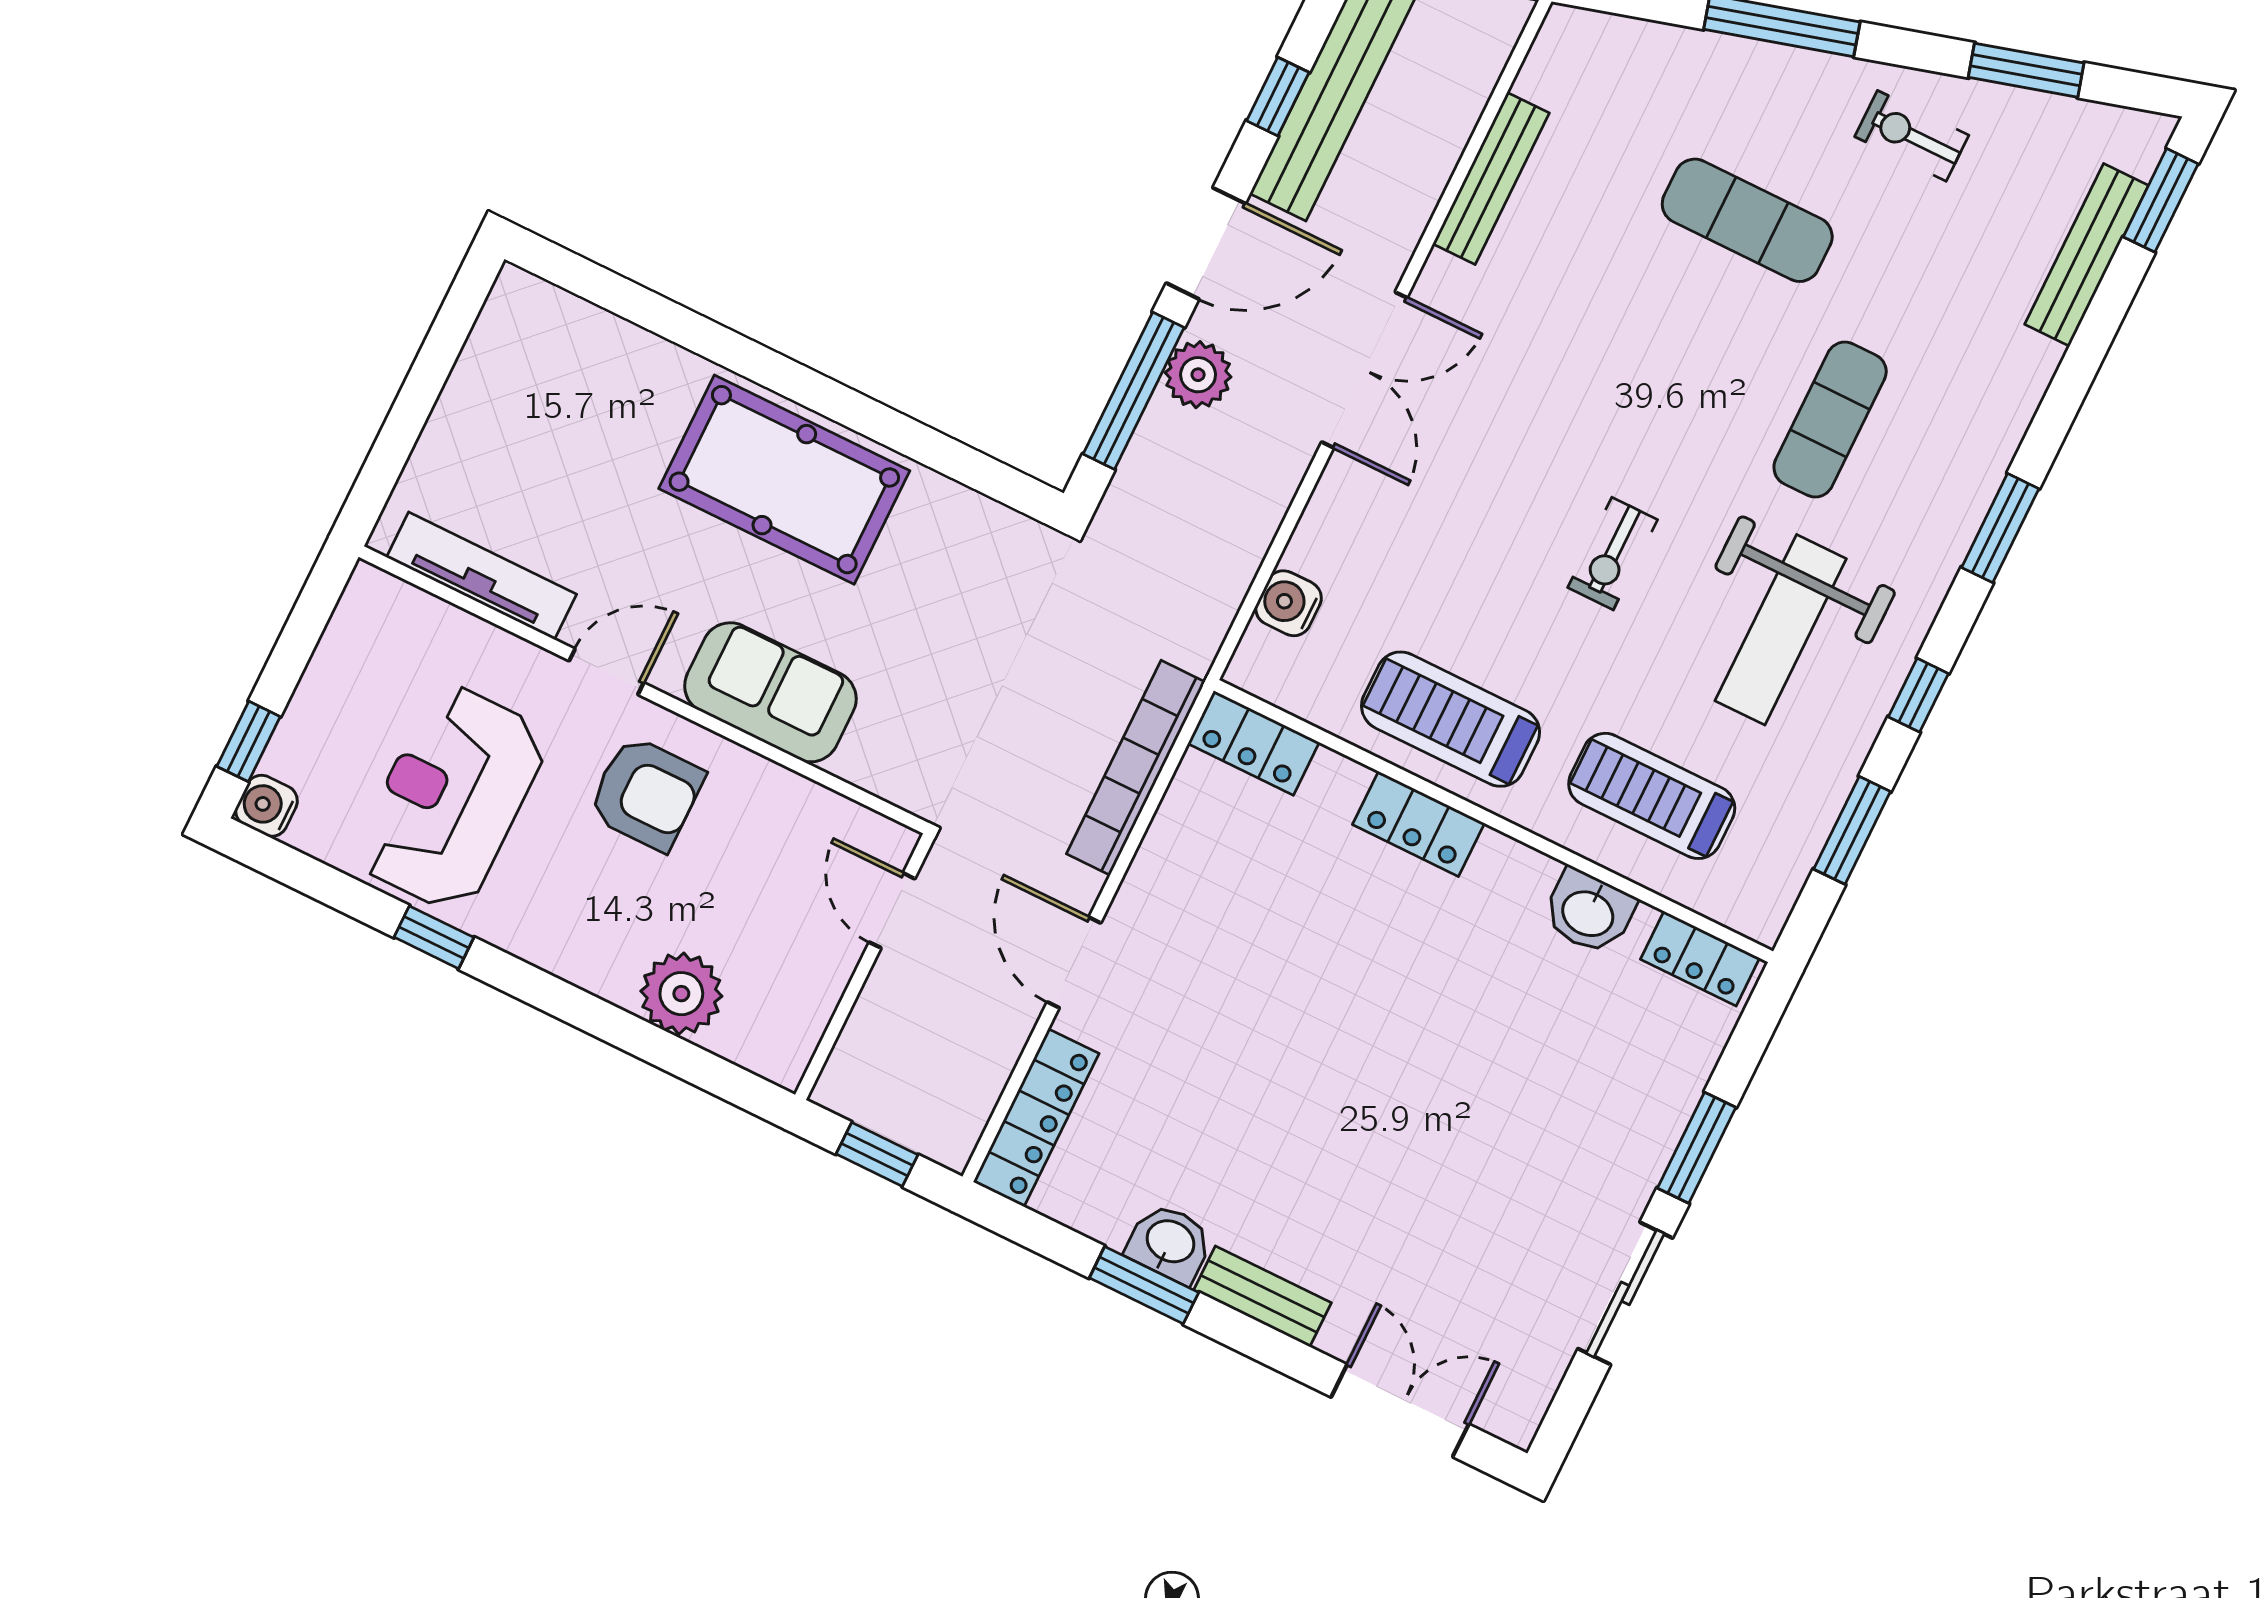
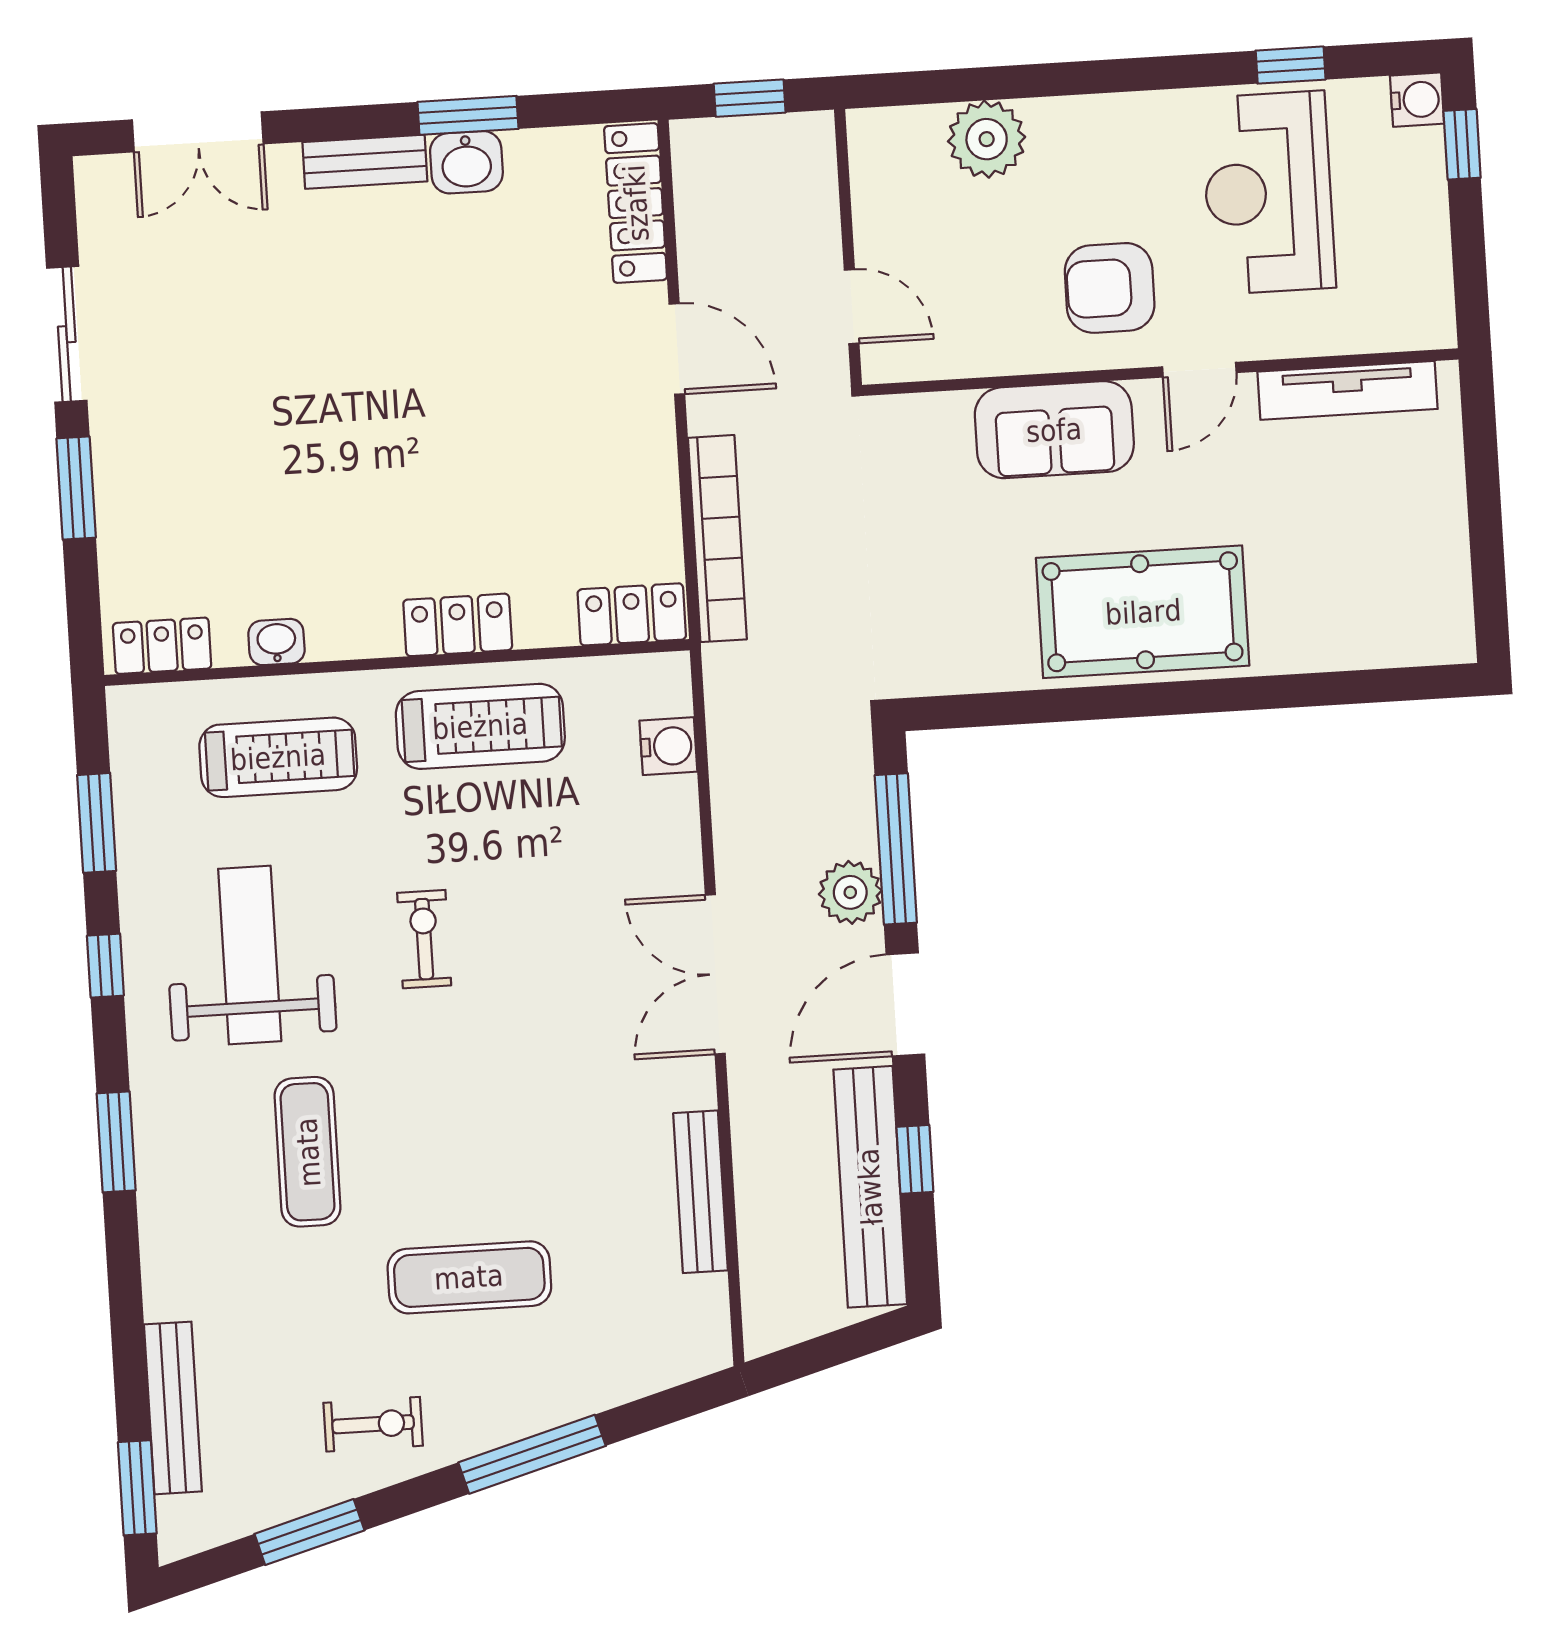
reception desk: (451, 798) -> (1268, 193), turned 180
washbasin: (1589, 912) -> (276, 642), width x0.72, depth x0.69
window: (434, 937) -> (1291, 65), moved

